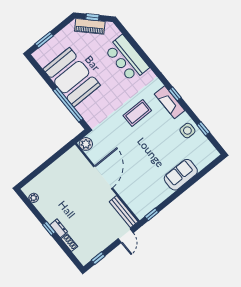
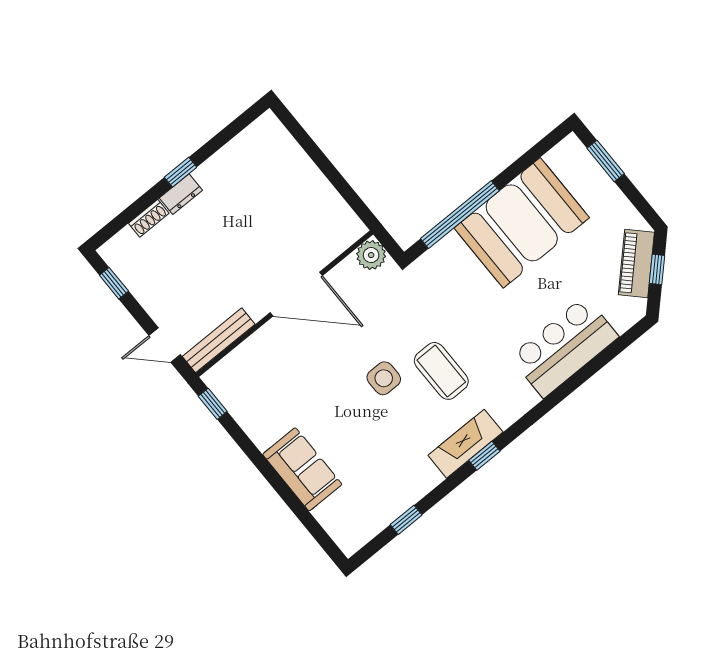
side table: (187, 131) -> (384, 378), moved
plant: (34, 198) -> (249, 138), removed

